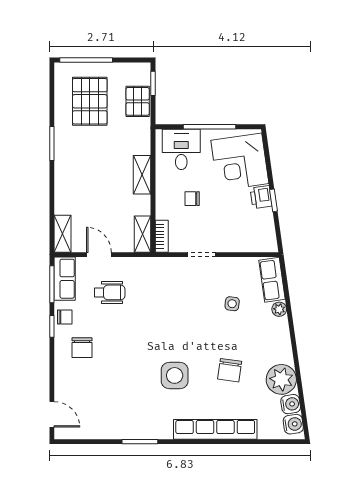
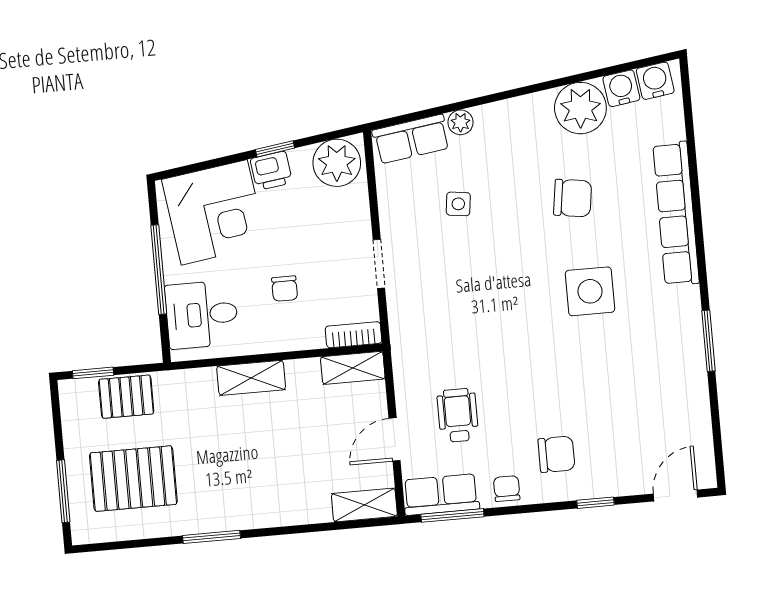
window: (86, 60) -> (63, 491), width x0.69
plant: (262, 235) -> (337, 163), added
window: (52, 326) -> (595, 503), moved

